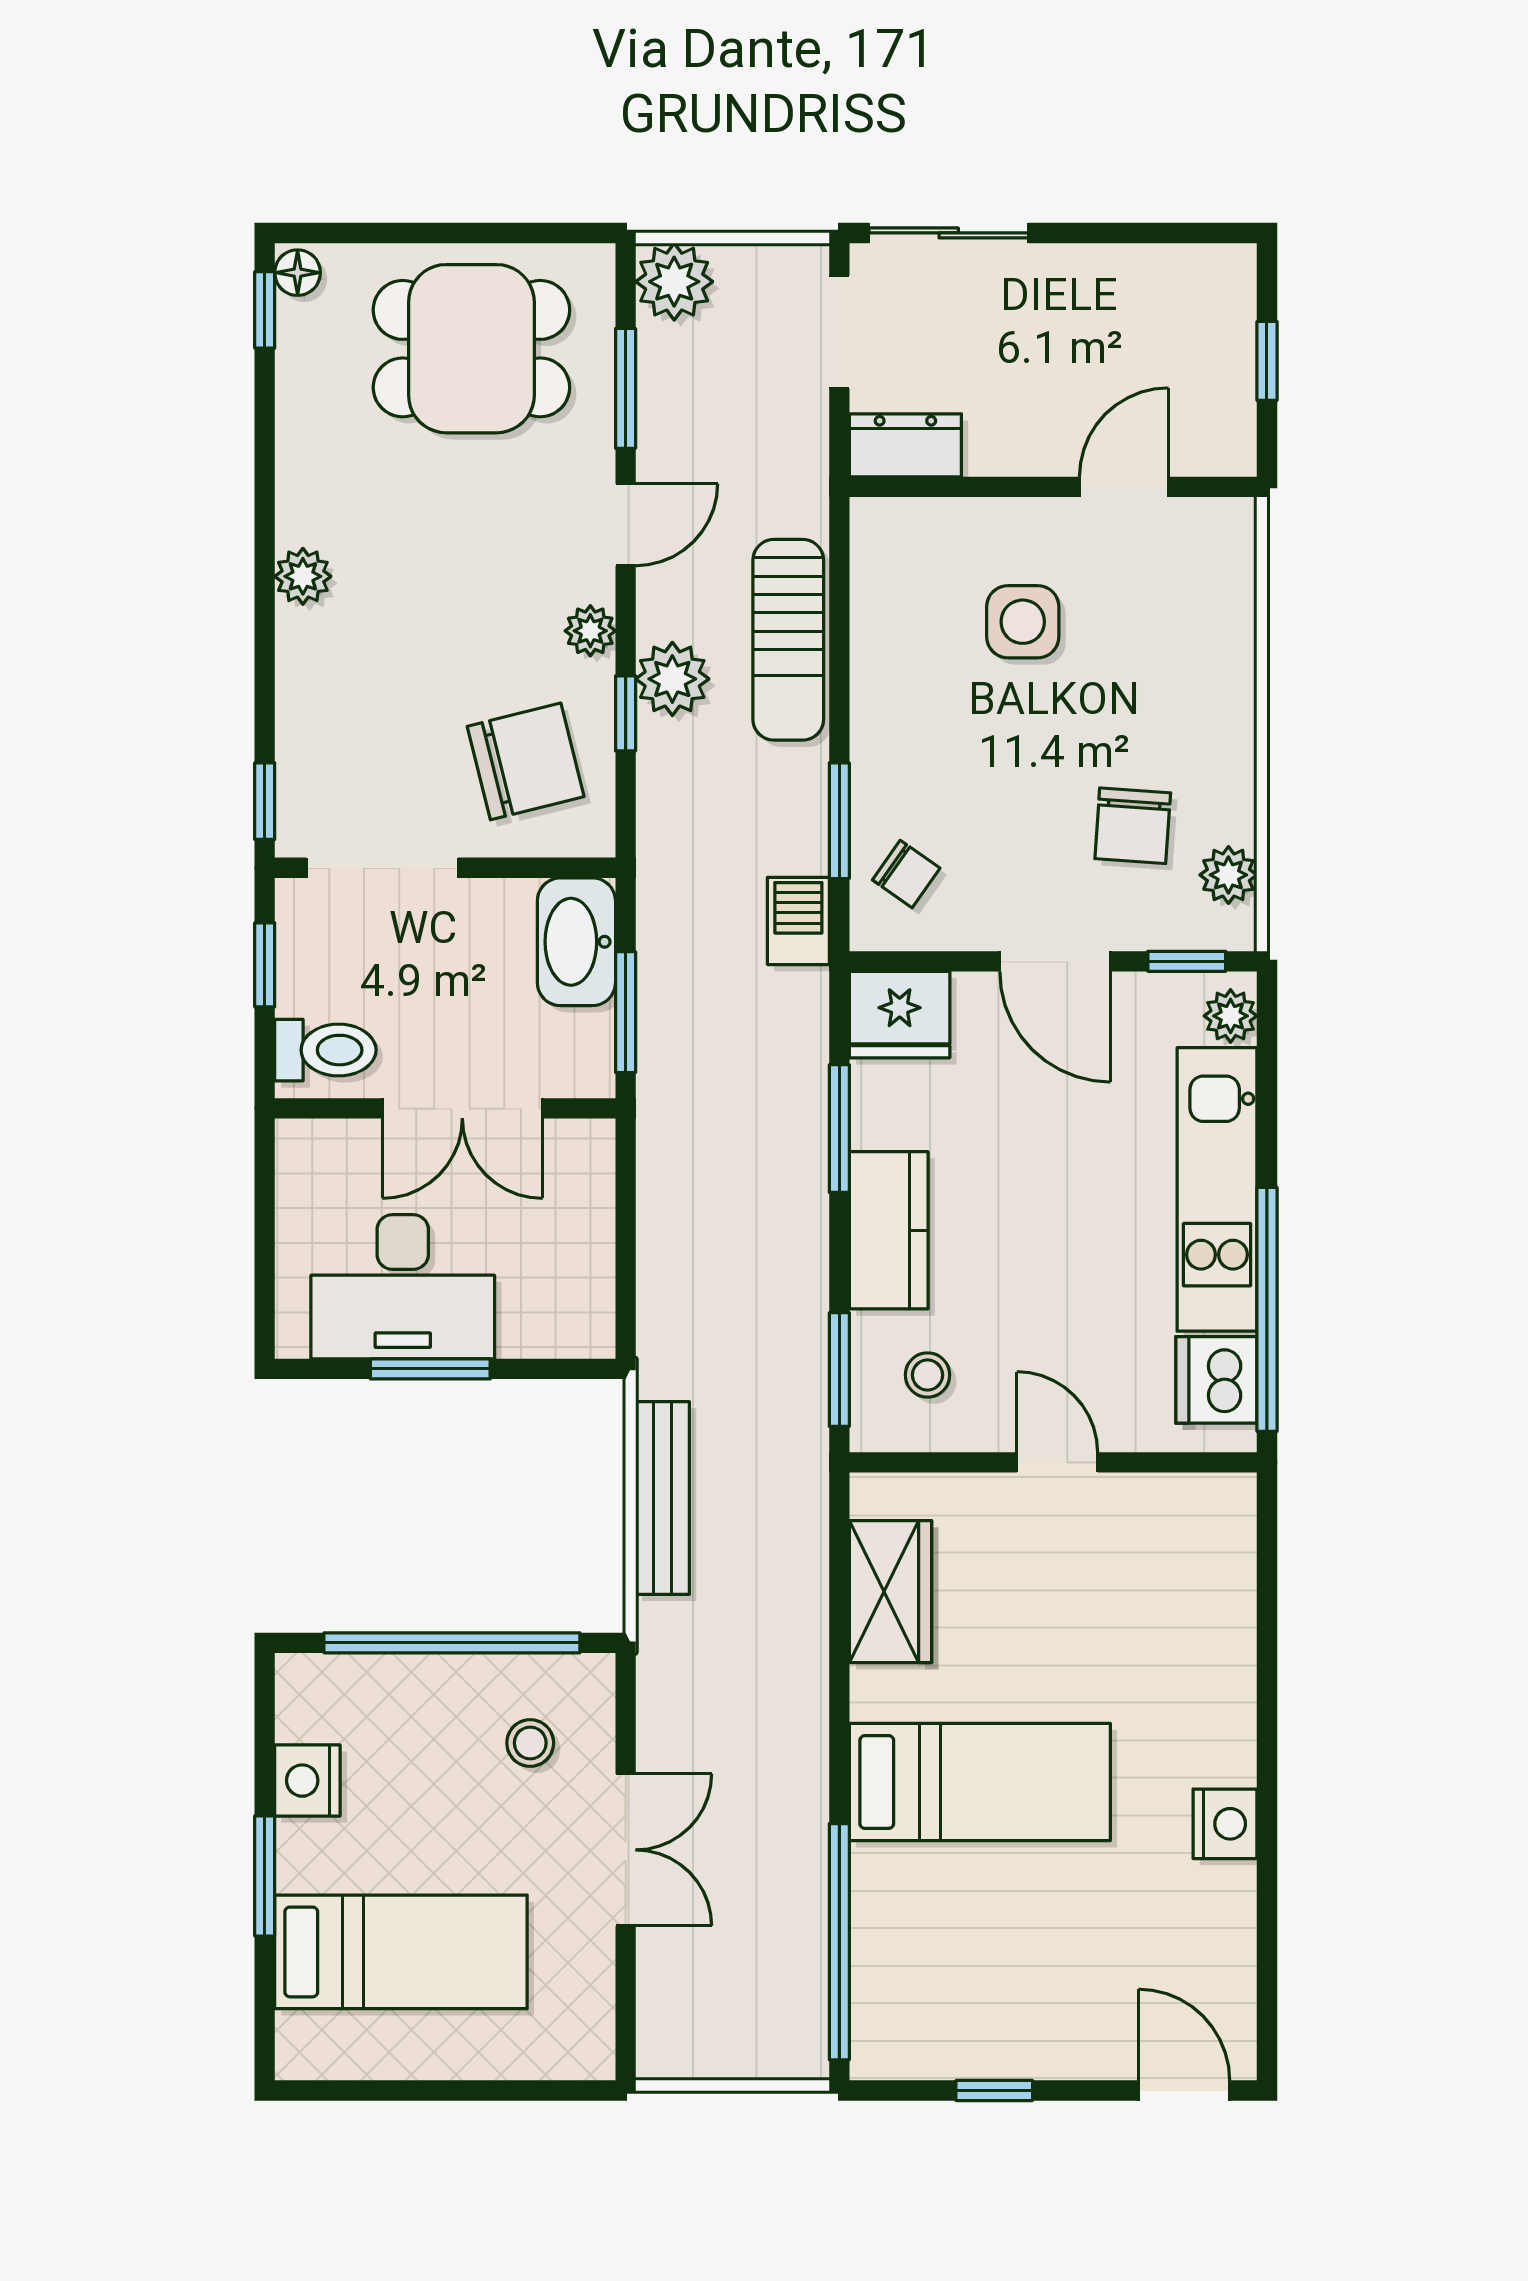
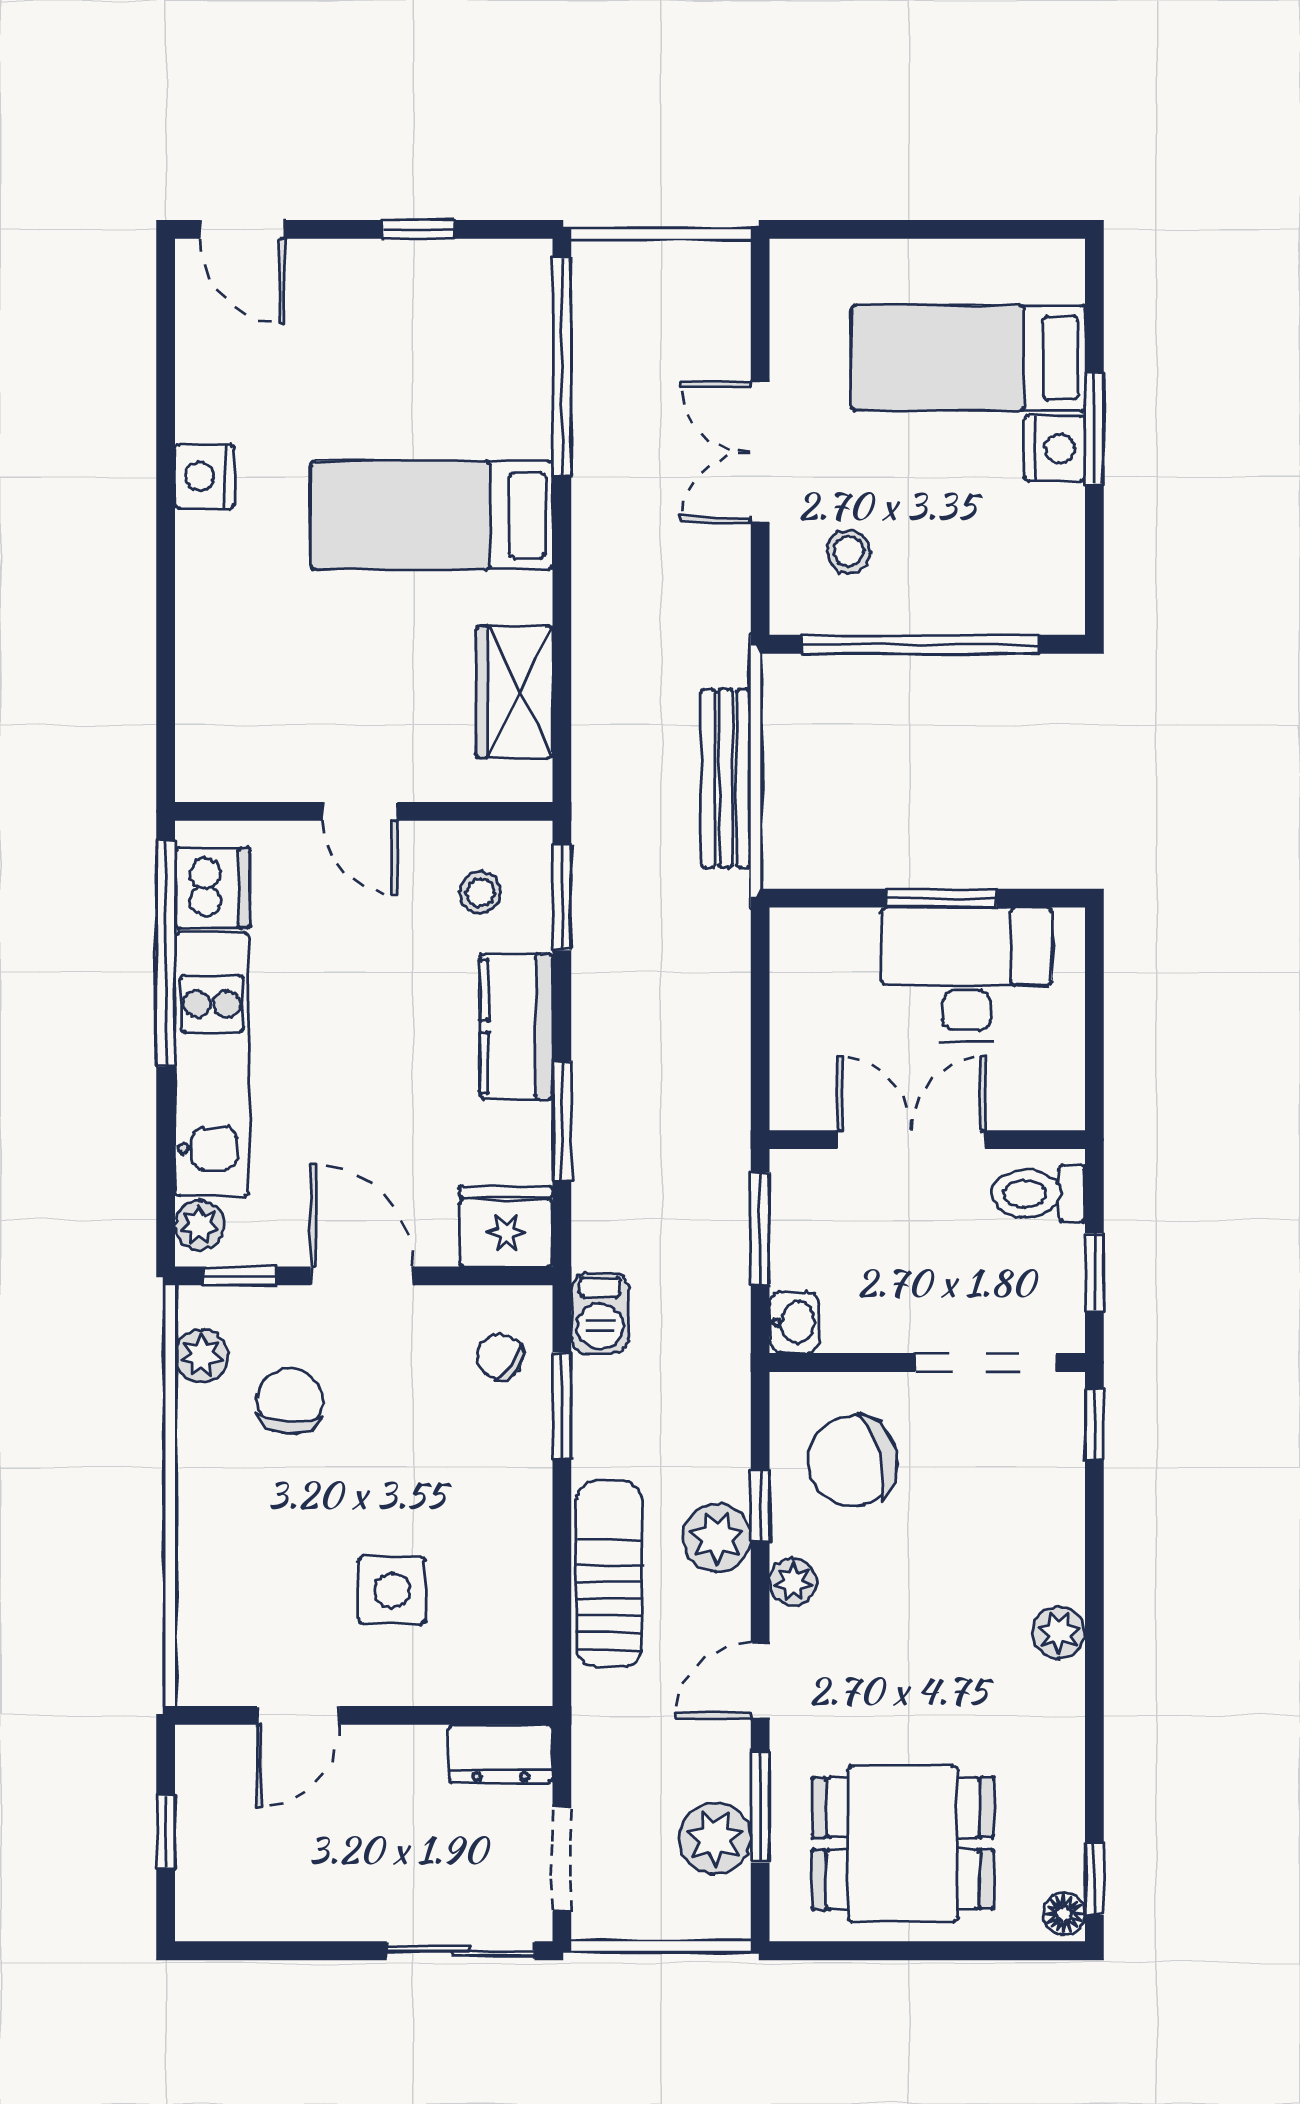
plant: (674, 282) -> (715, 1838), moved
washbasin: (576, 942) -> (794, 1322), width x0.52, depth x0.69
nightstand: (307, 1781) -> (1055, 448), moved

